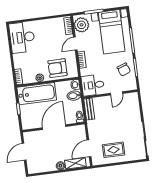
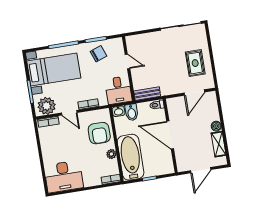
door: (89, 148) -> (194, 92), hinge flipped
door: (24, 152) -> (201, 170), hinge flipped
shelving: (75, 163) -> (219, 144), moved

